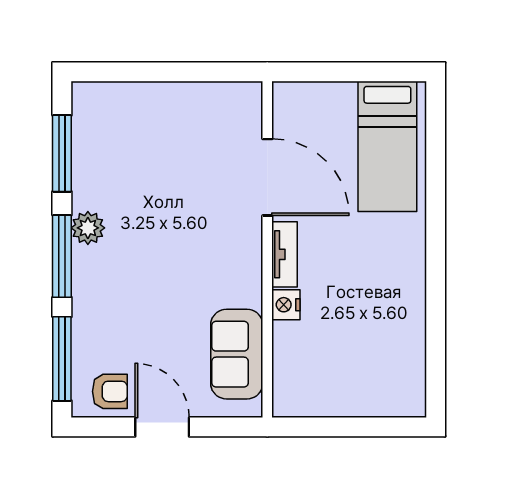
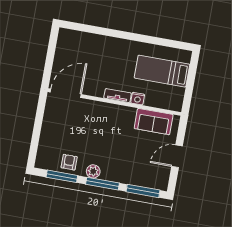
bed: (387, 146) -> (162, 71), moved, turned 180
door: (267, 177) -> (66, 93), moved
armchair: (110, 391) -> (69, 162), moved

